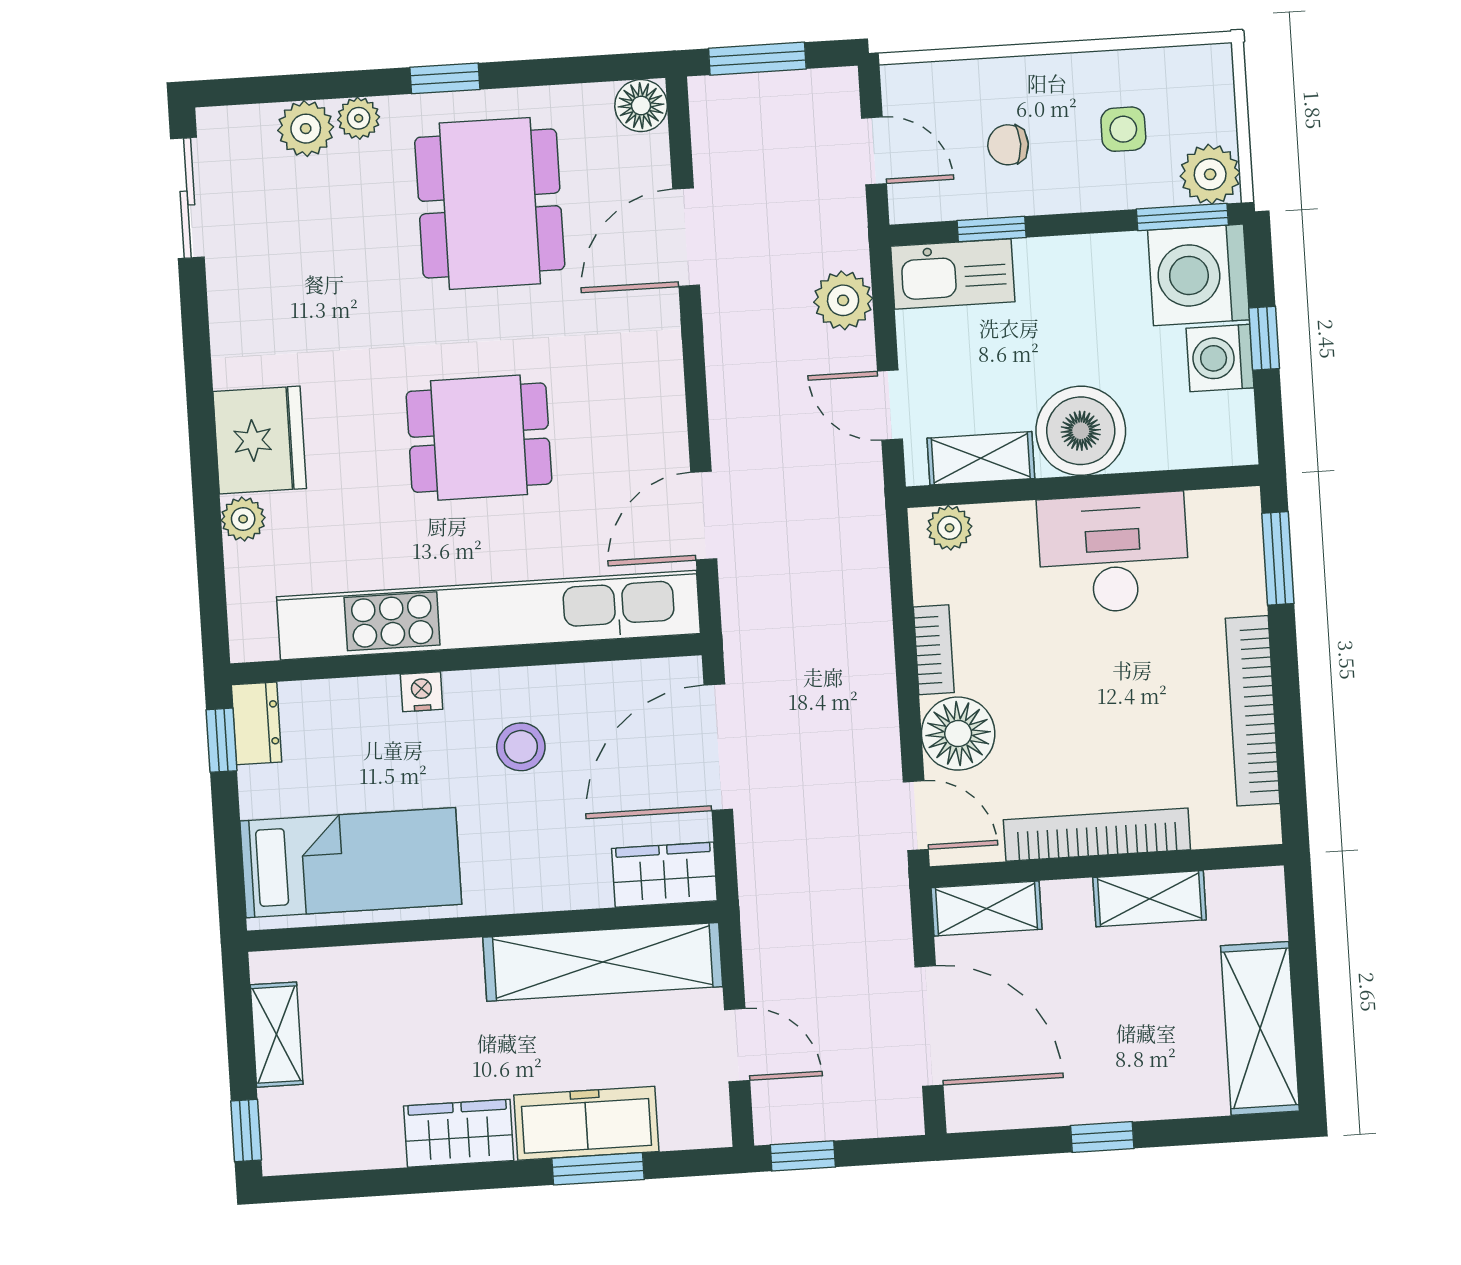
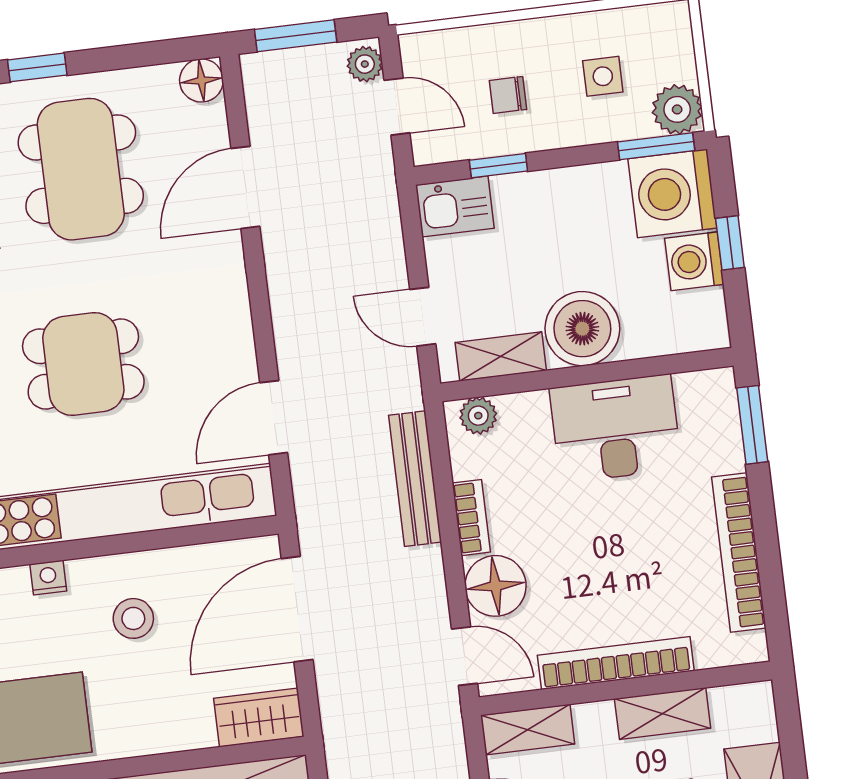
kitchen sink: (953, 274) -> (455, 207), width x0.73
plant: (843, 300) -> (365, 64), moved, width x0.73, depth x0.73
bench: (869, 599) -> (415, 479), added

